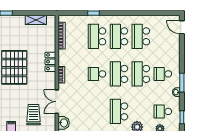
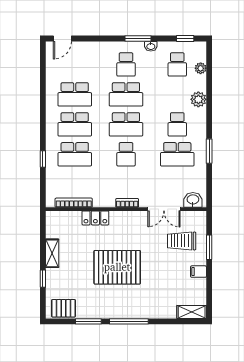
shelving: (36, 20) -> (52, 253), moved
locker: (50, 62) -> (95, 218), moved
school desk: (97, 111) -> (177, 154), added
school desk: (119, 111) -> (177, 124), width x0.54

